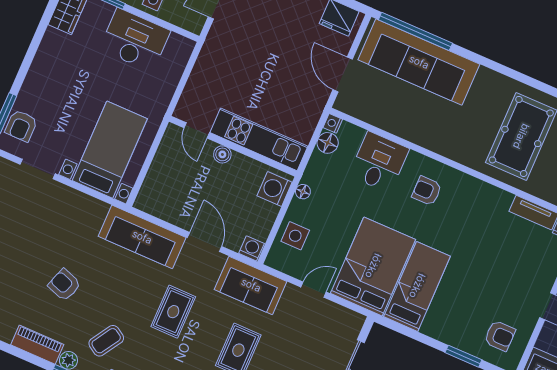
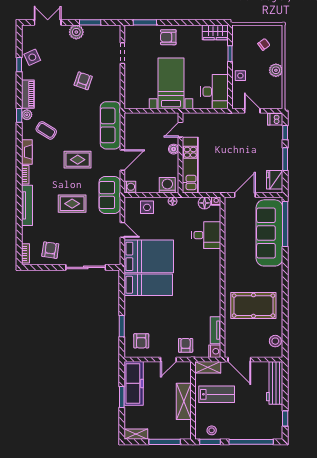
desk: (135, 40) -> (215, 92), moved
armchair: (21, 126) -> (168, 37), moved
bed with nightstands: (110, 150) -> (171, 83), moved, turned -90
armchair: (427, 191) -> (186, 345), moved
armchair: (64, 285) -> (83, 81), moved

